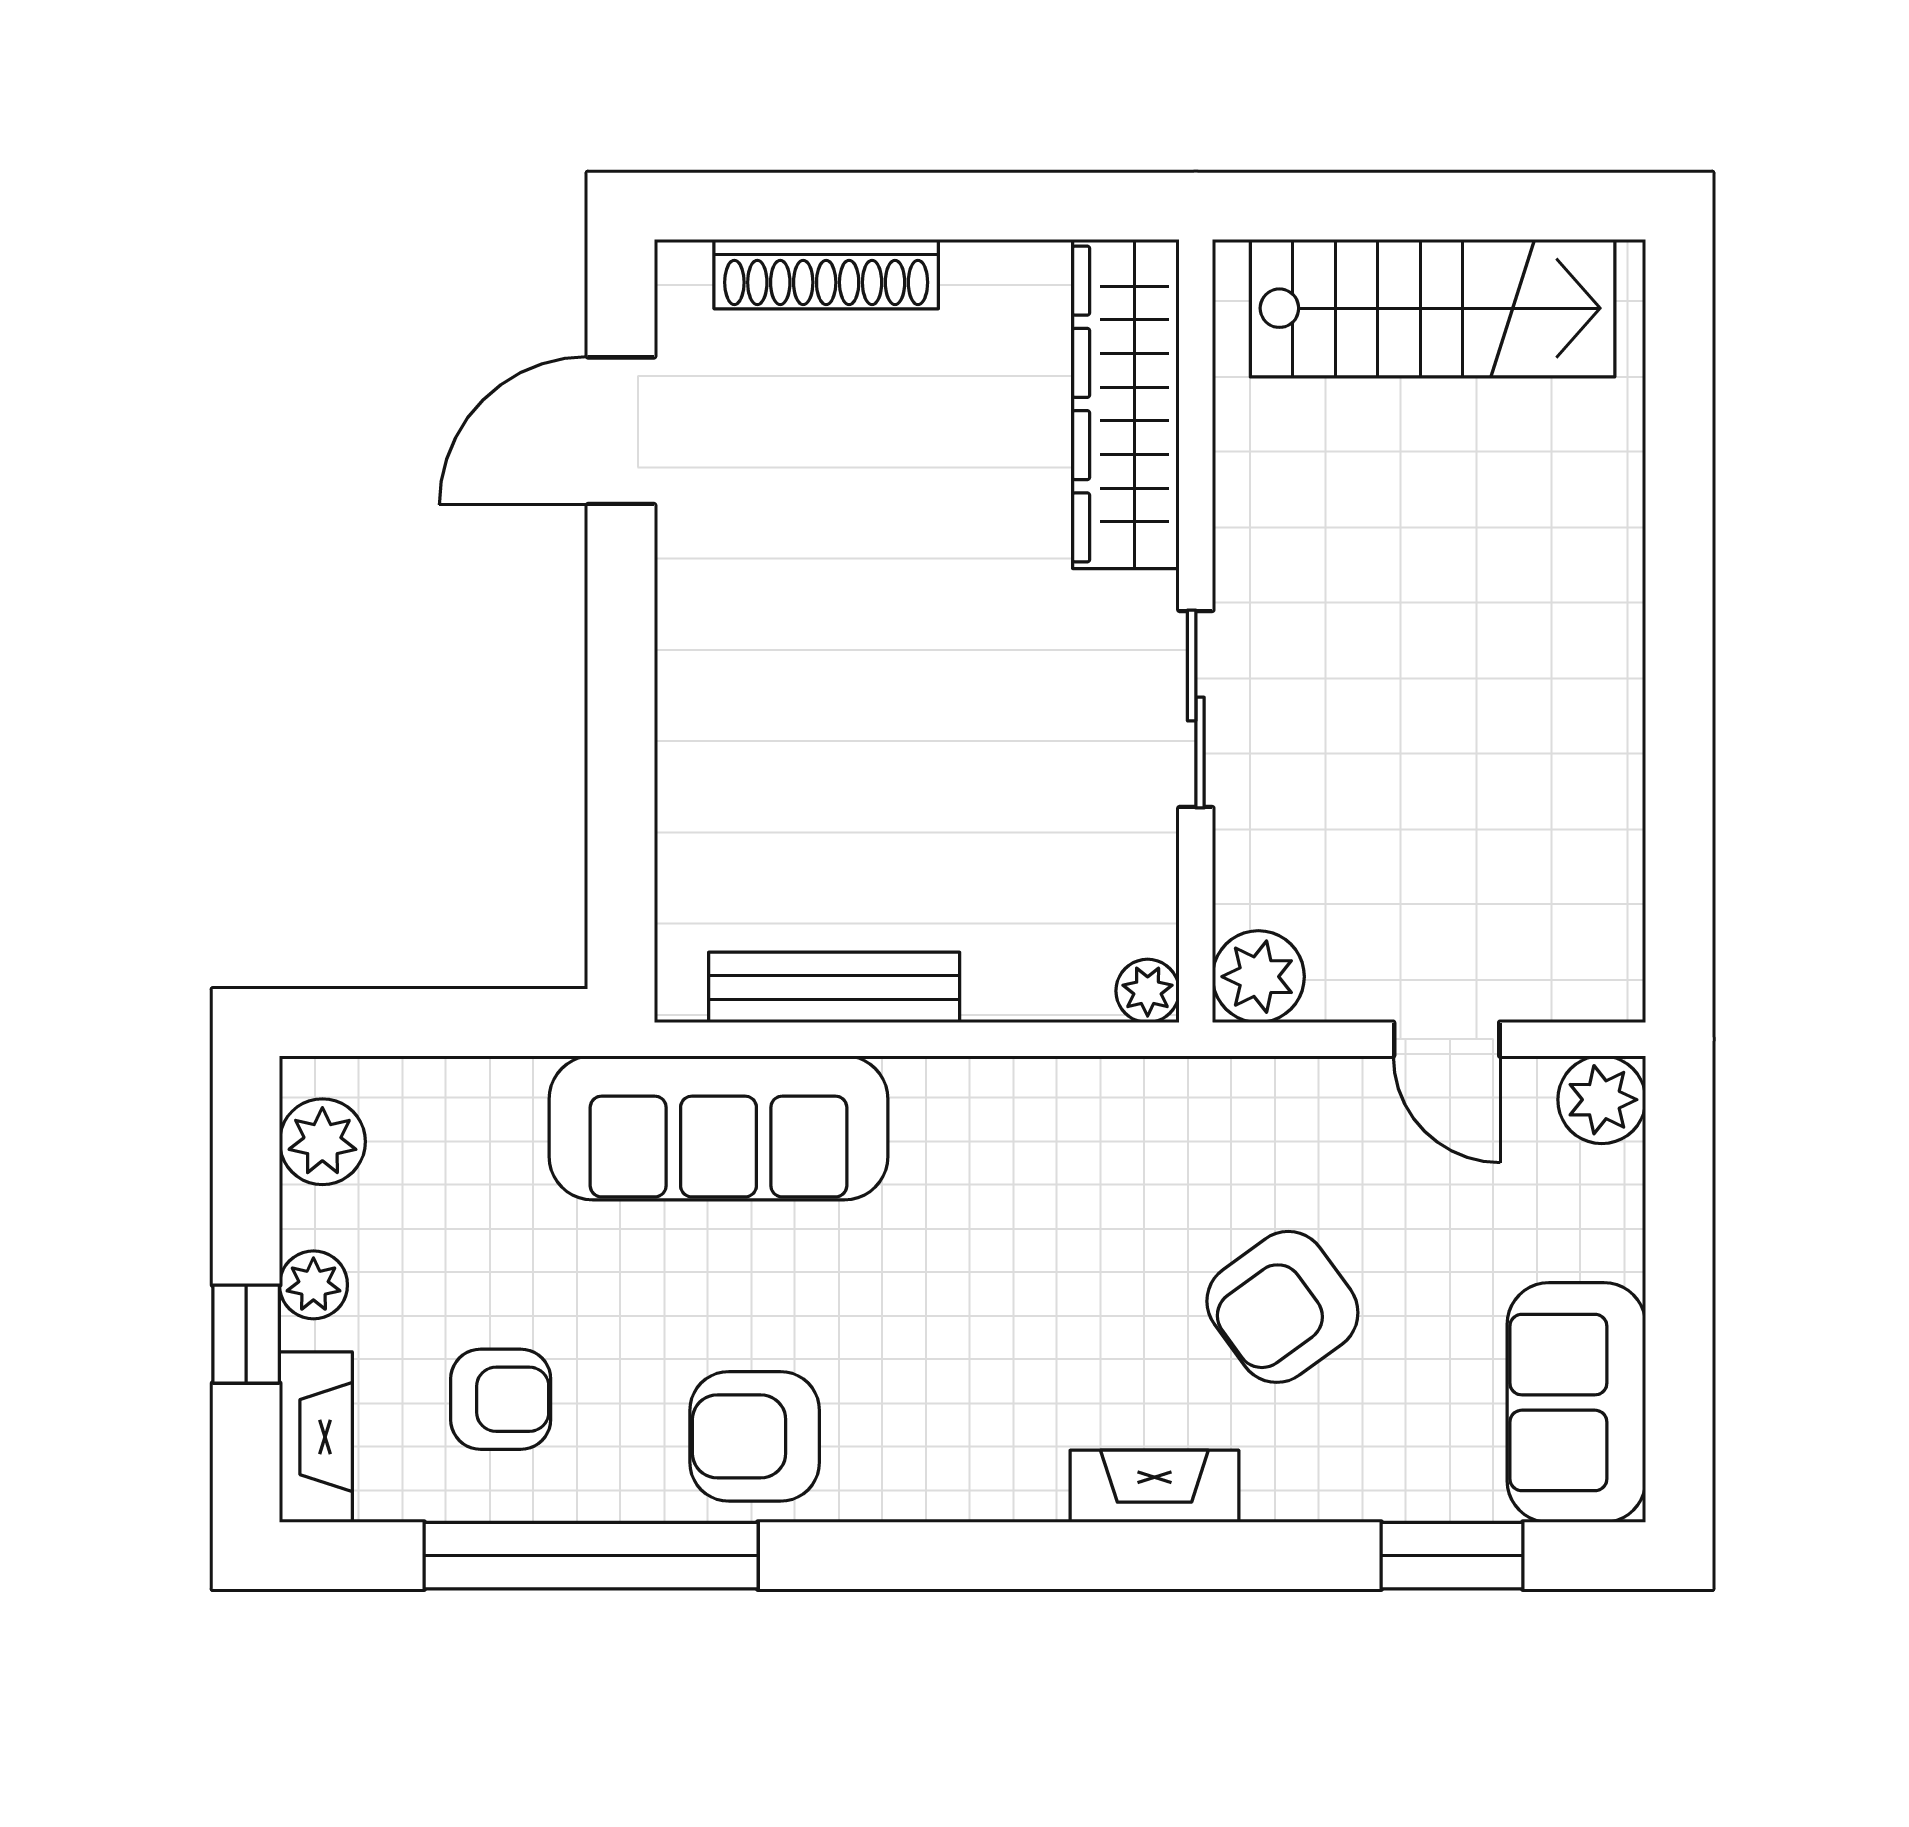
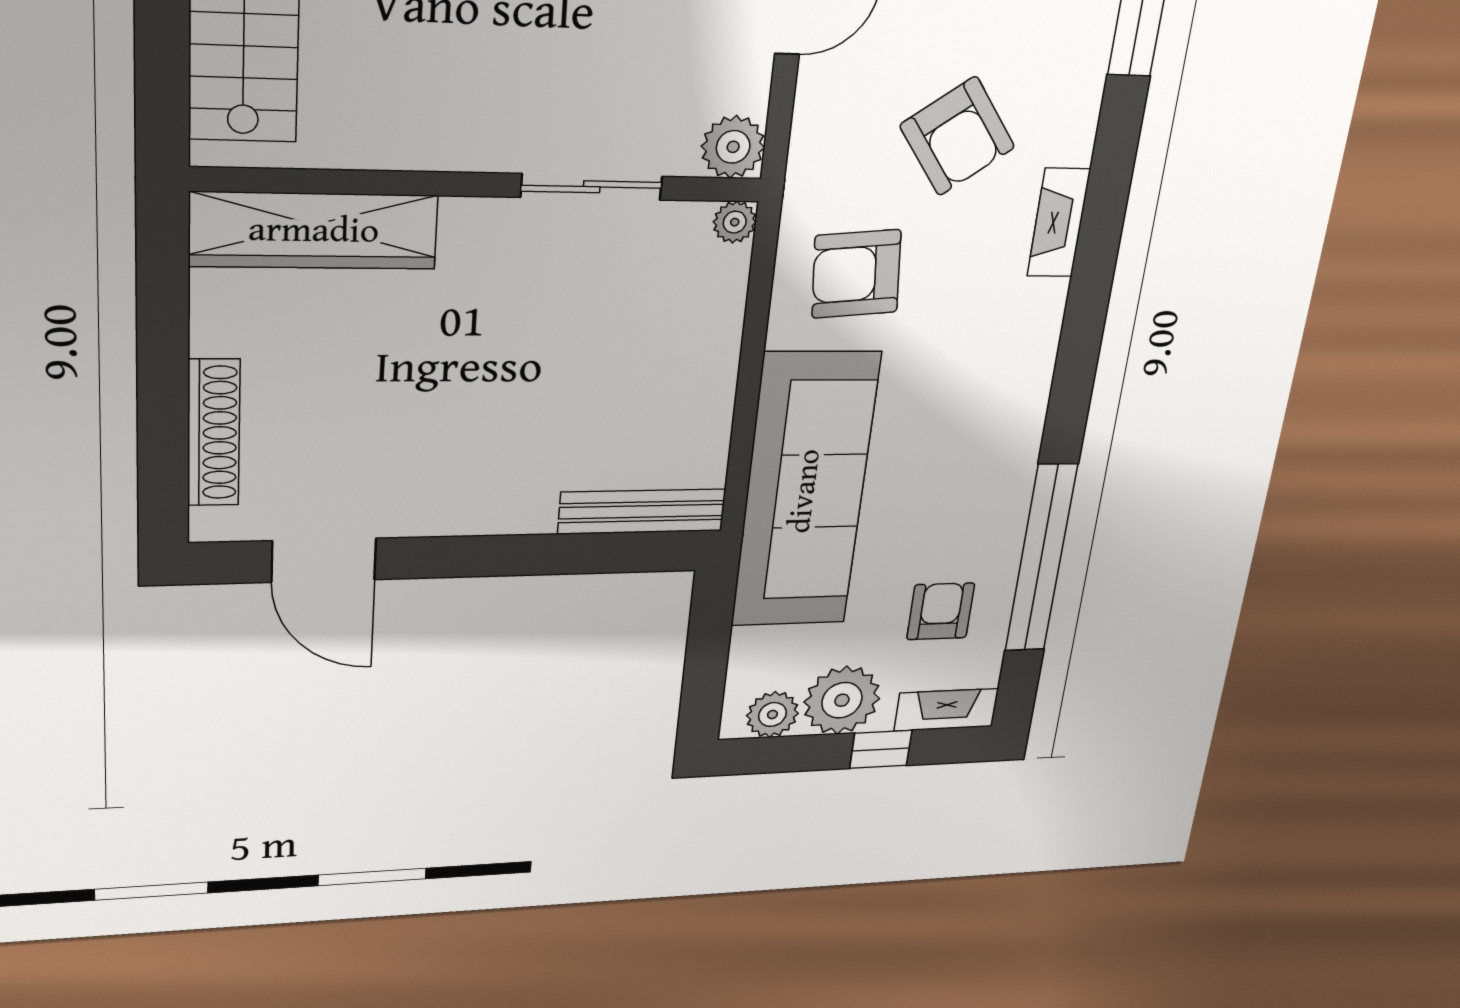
sliding door: (1196, 709) -> (592, 187), moved
bench: (834, 987) -> (642, 512), moved, turned 90
sofa: (718, 1128) -> (805, 491), width x1.36, depth x1.27
plant: (313, 1285) -> (842, 700), width x1.88, depth x1.88
armchair: (755, 1436) -> (856, 274), moved, turned 85

